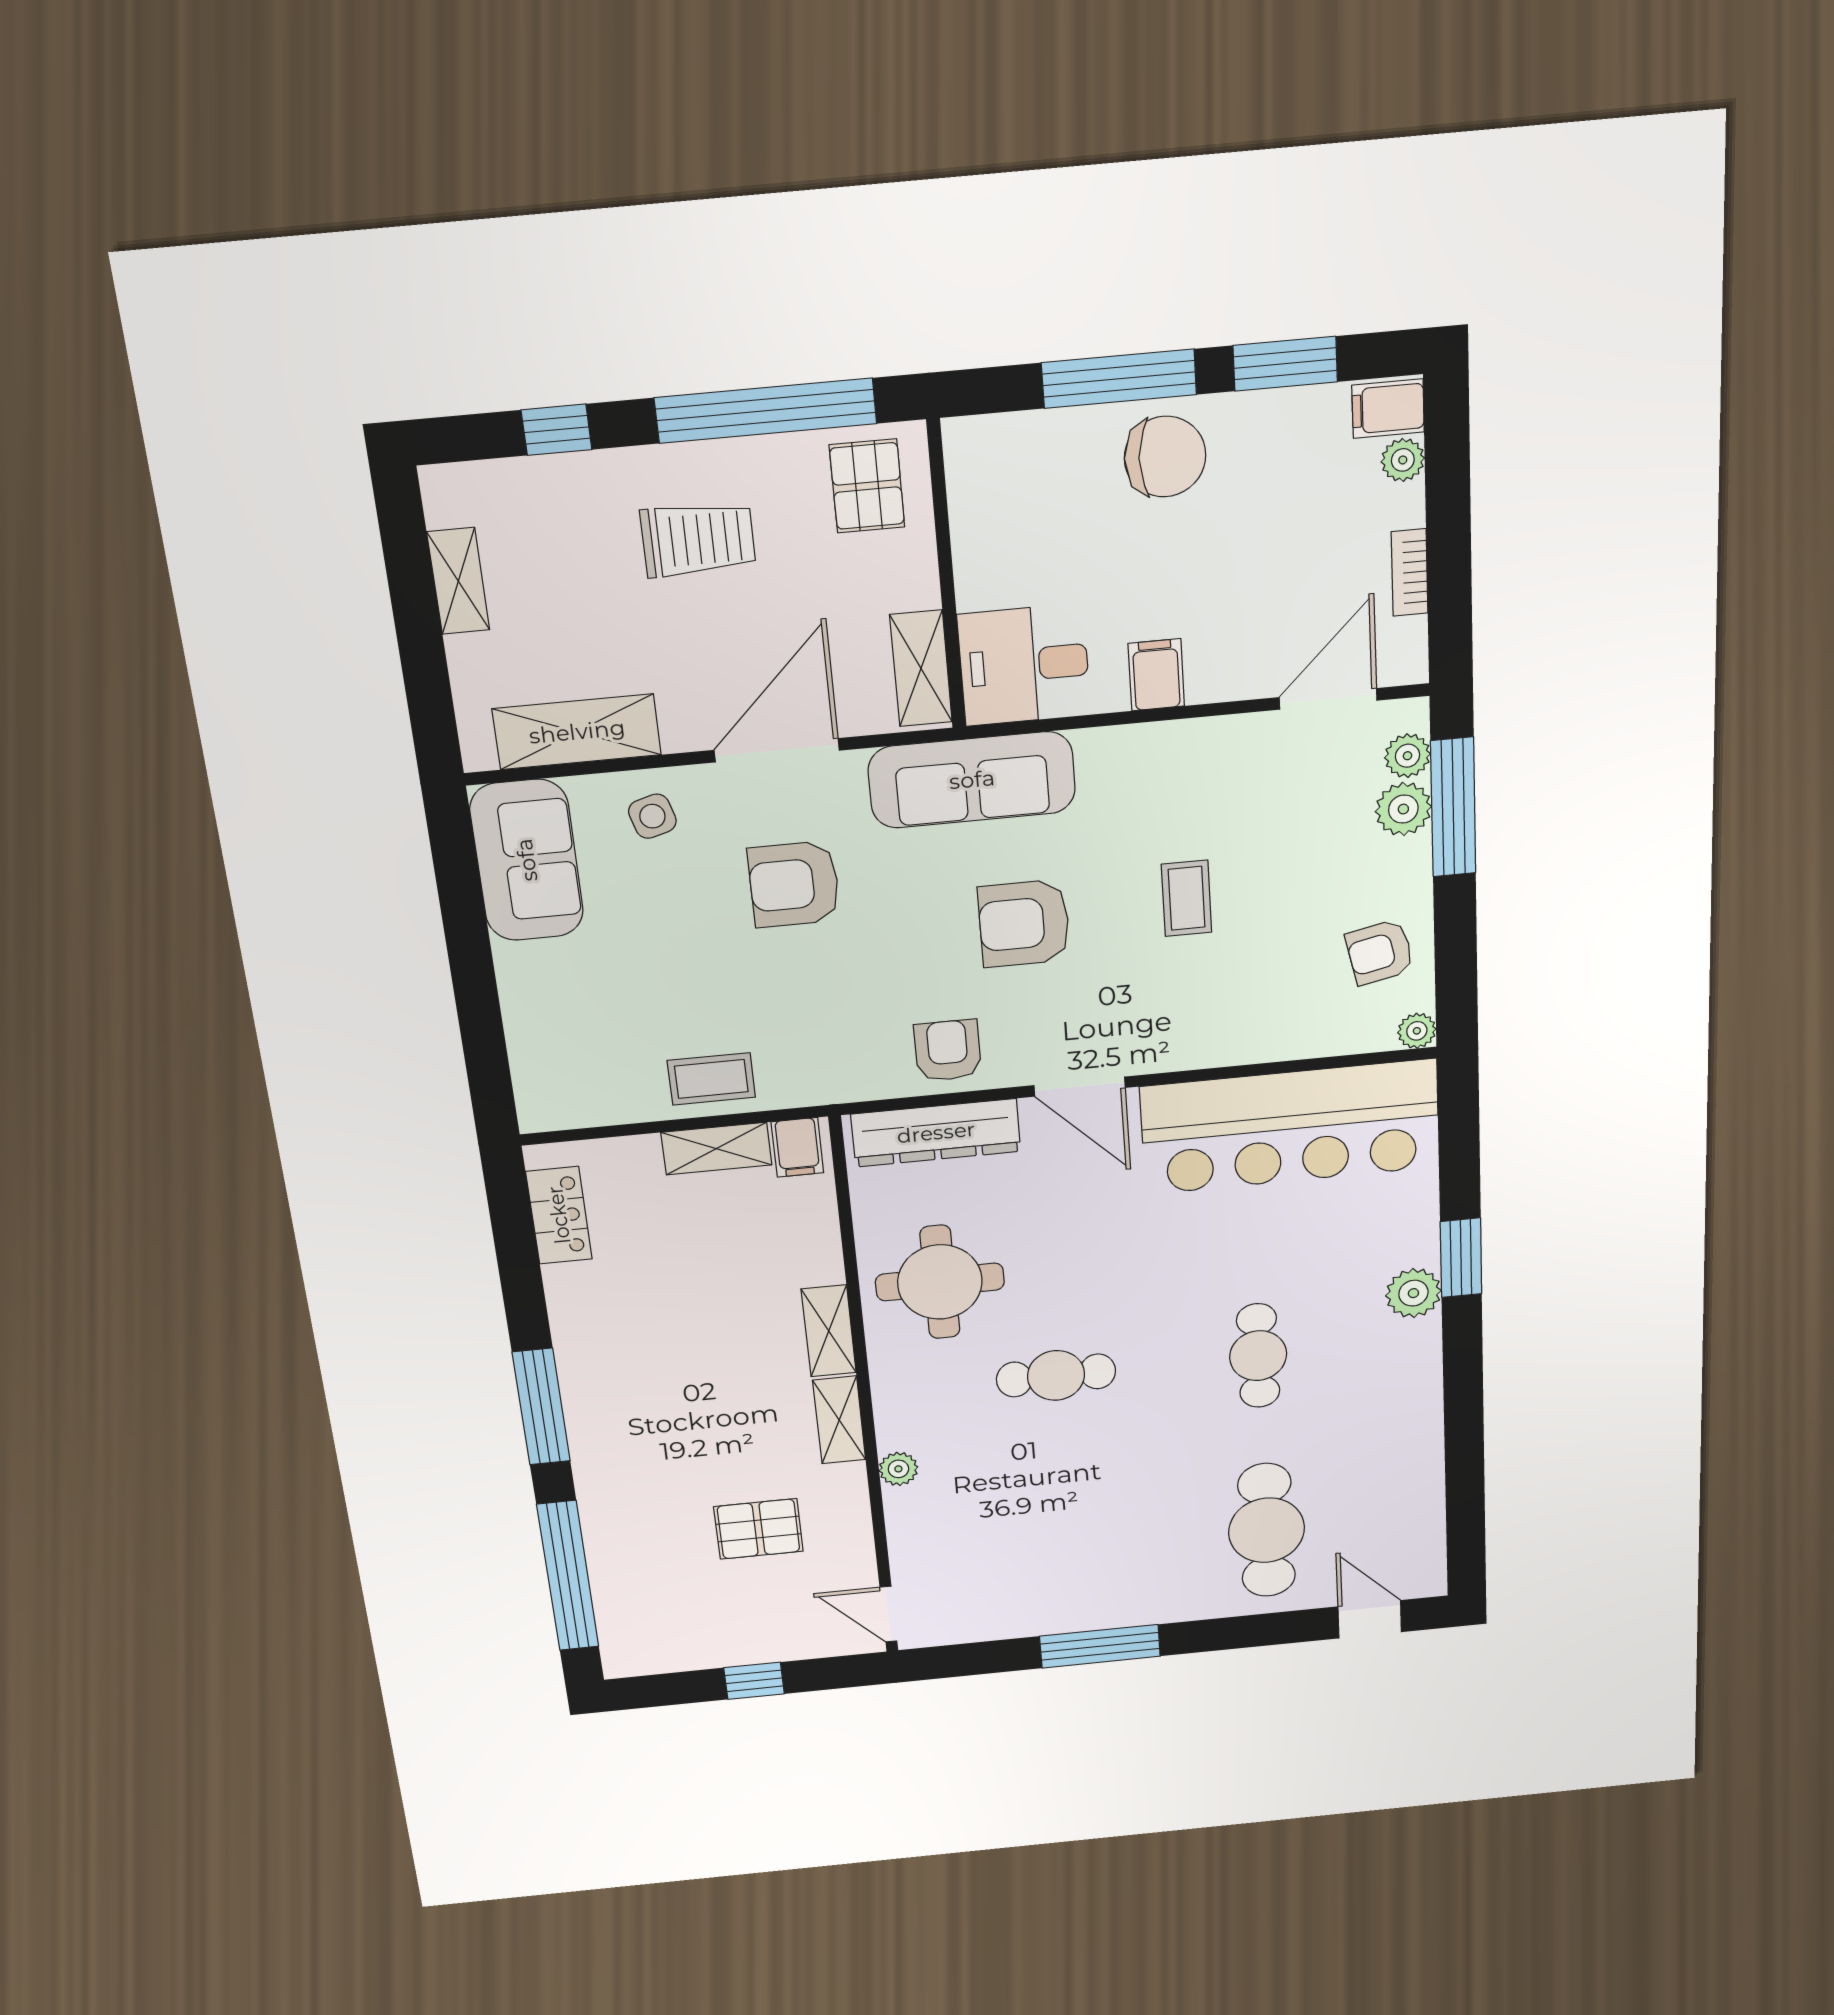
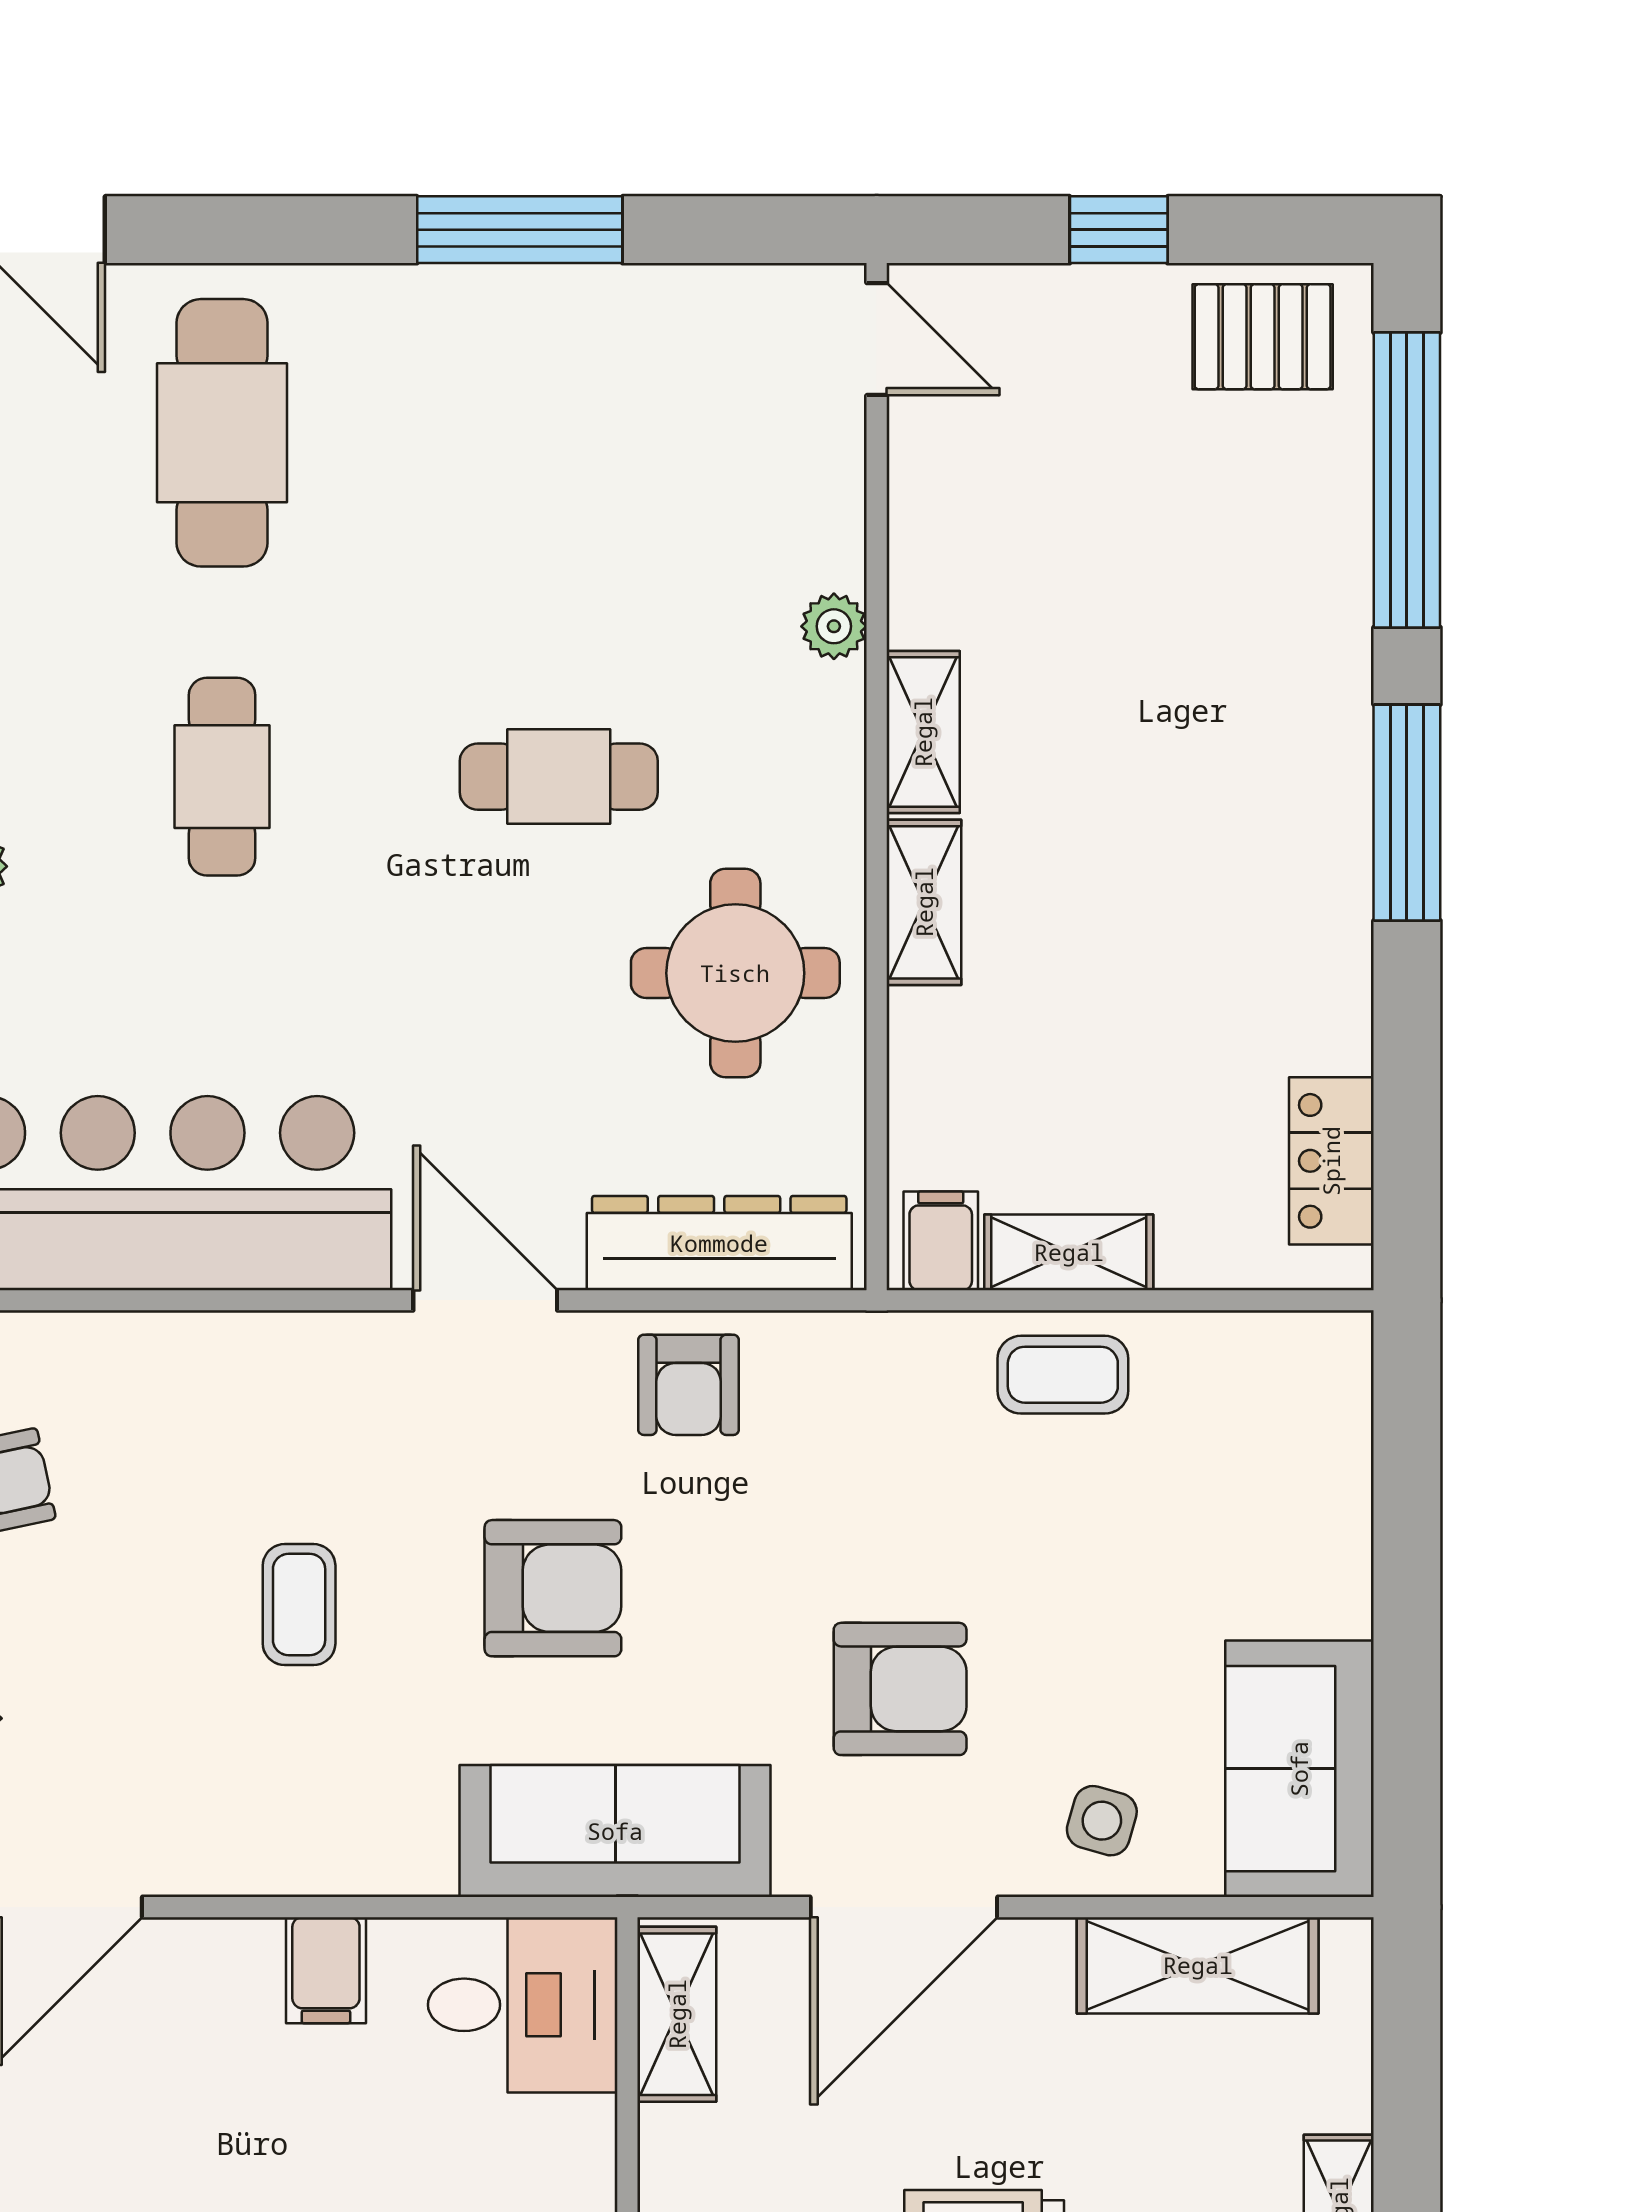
side table: (652, 816) -> (1102, 1821), turned 32
pallet: (759, 1529) -> (1263, 337), moved

